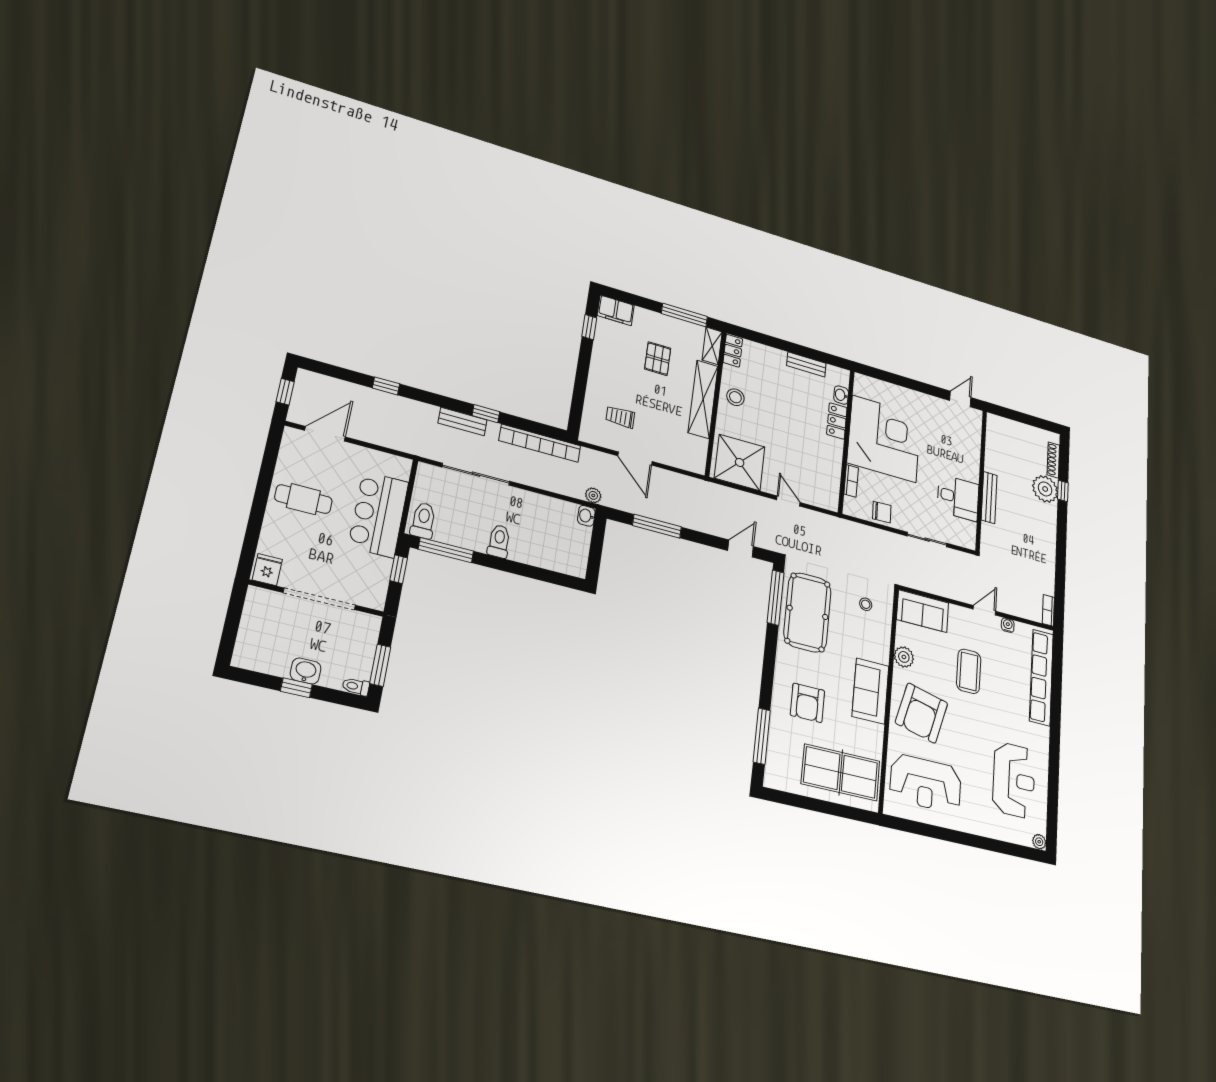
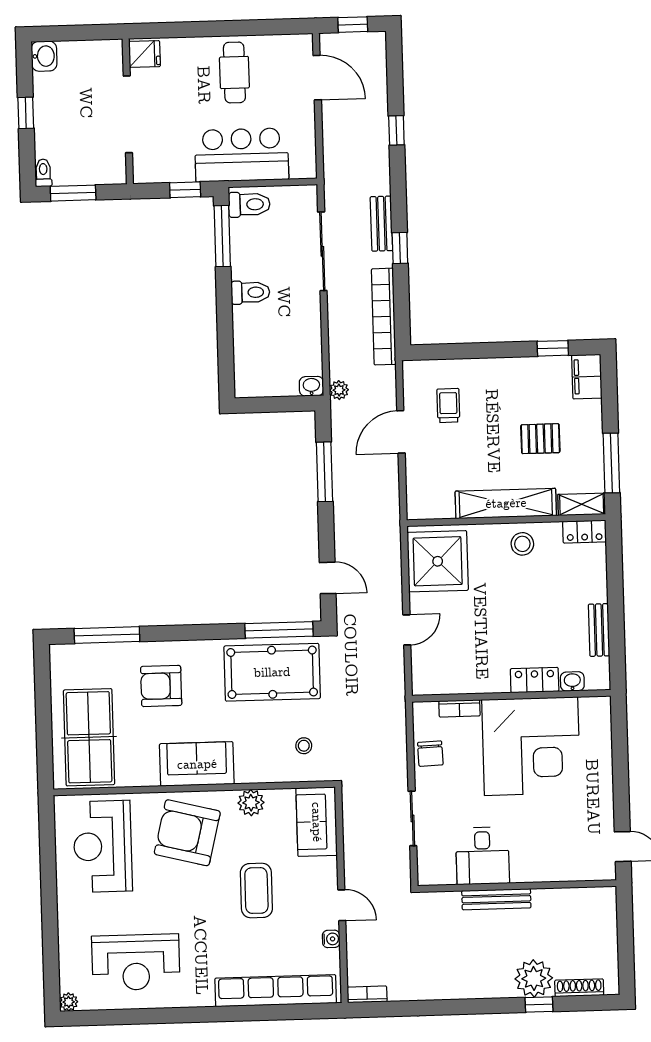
washbasin: (306, 671) -> (44, 56), moved
coffee table: (969, 671) -> (256, 891), turned 90

